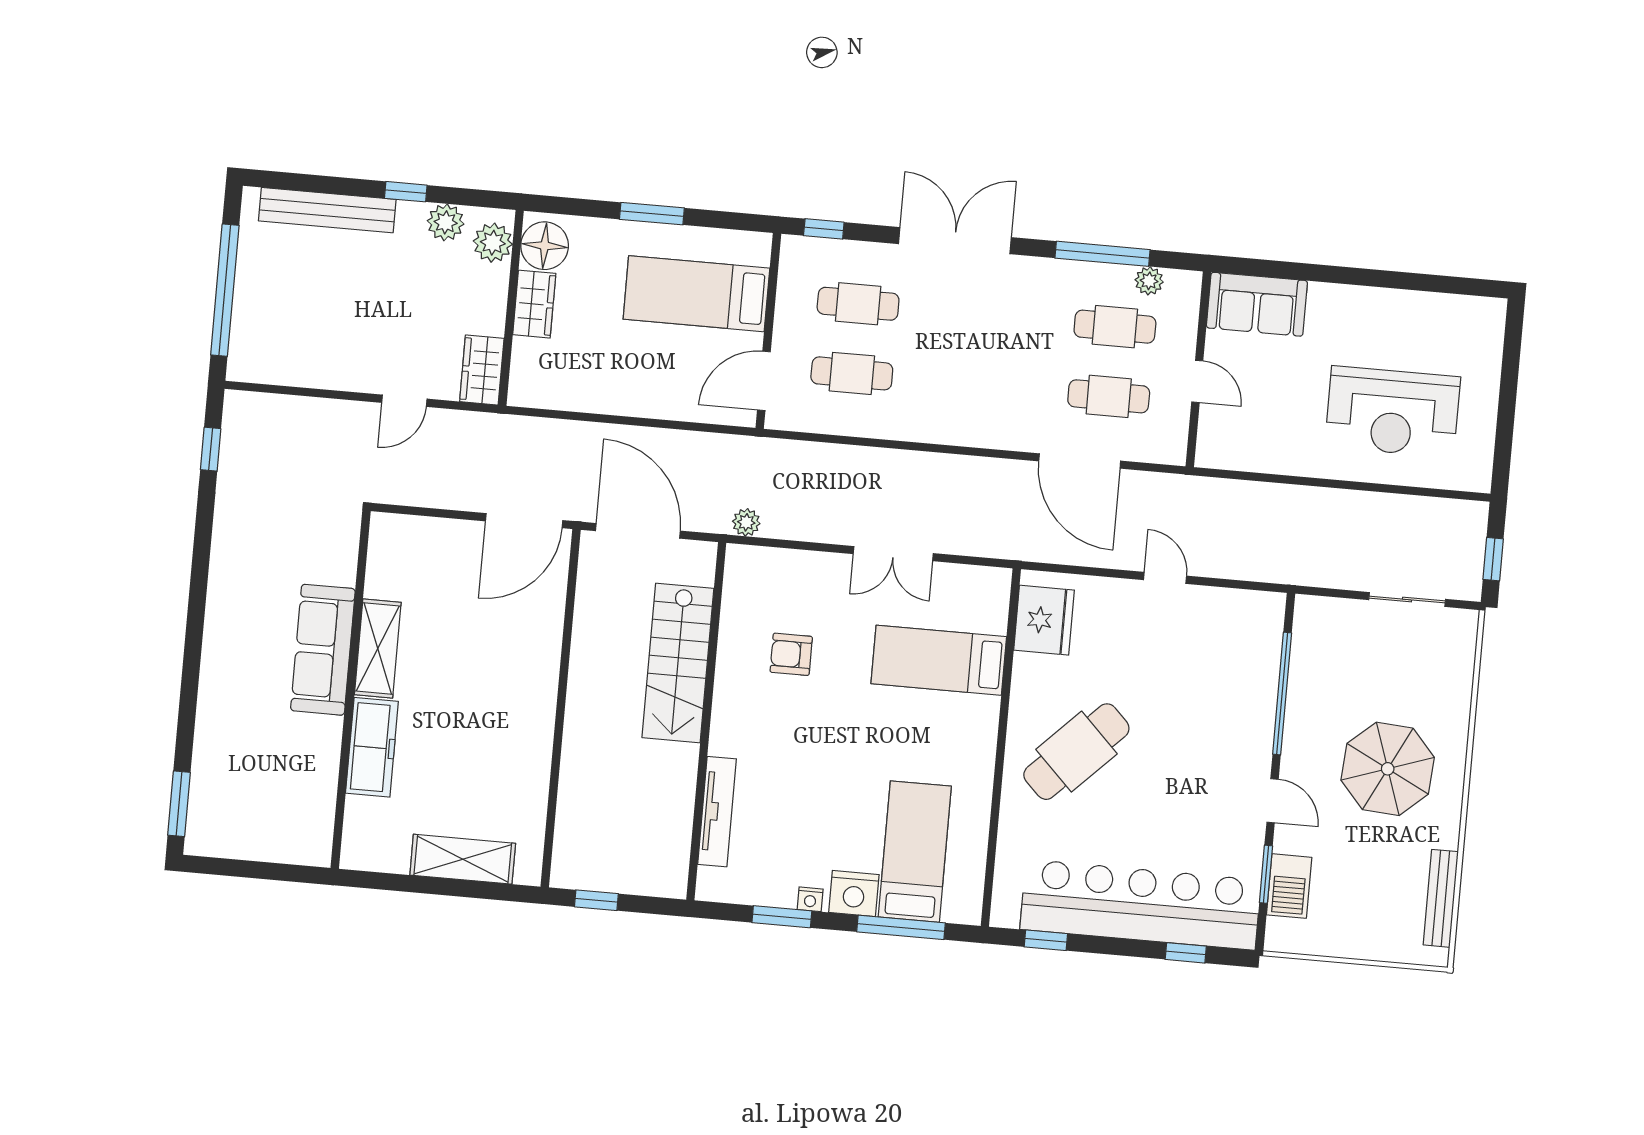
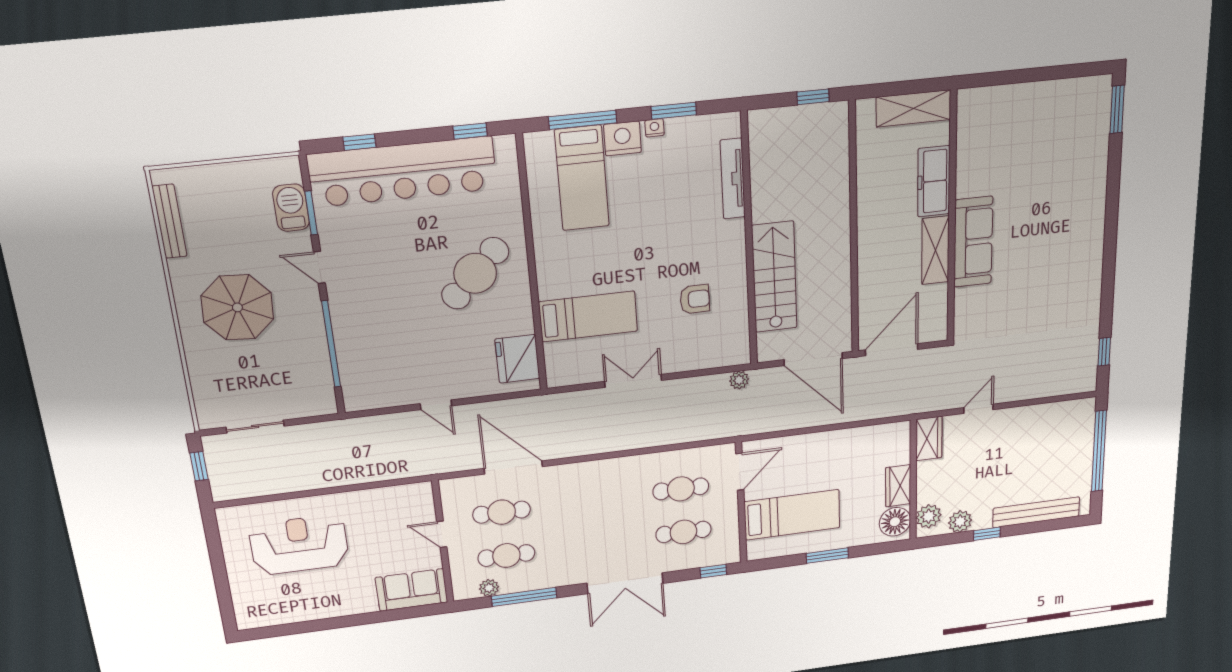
shelving: (378, 649) -> (935, 250), moved
sofa: (323, 650) -> (973, 242), moved
wall: (351, 690) -> (952, 219), moved
freezer: (372, 747) -> (934, 181), moved

